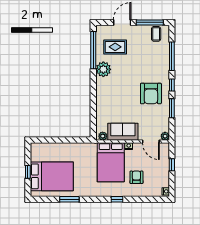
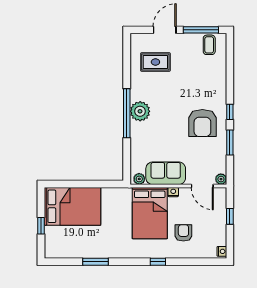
window: (93, 50) -> (127, 113), moved
window: (172, 56) -> (230, 74), removed
plant: (103, 69) -> (140, 111), moved
bed: (52, 176) -> (72, 206), moved

